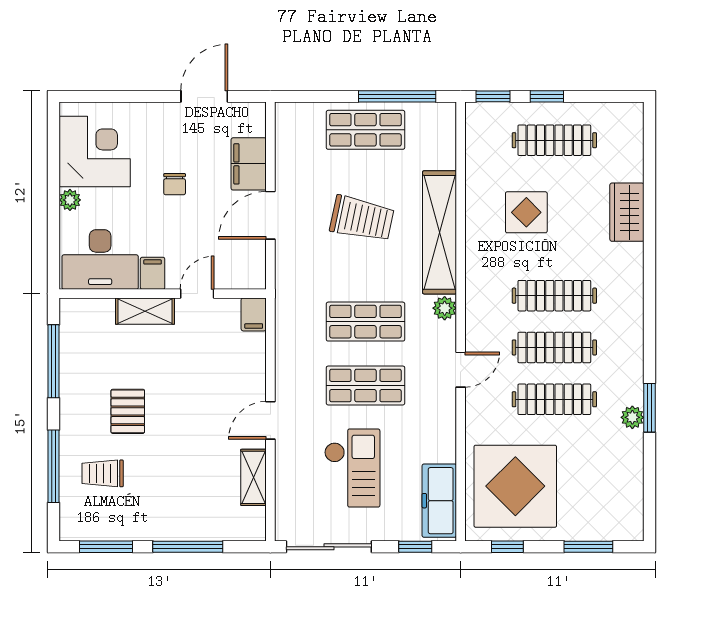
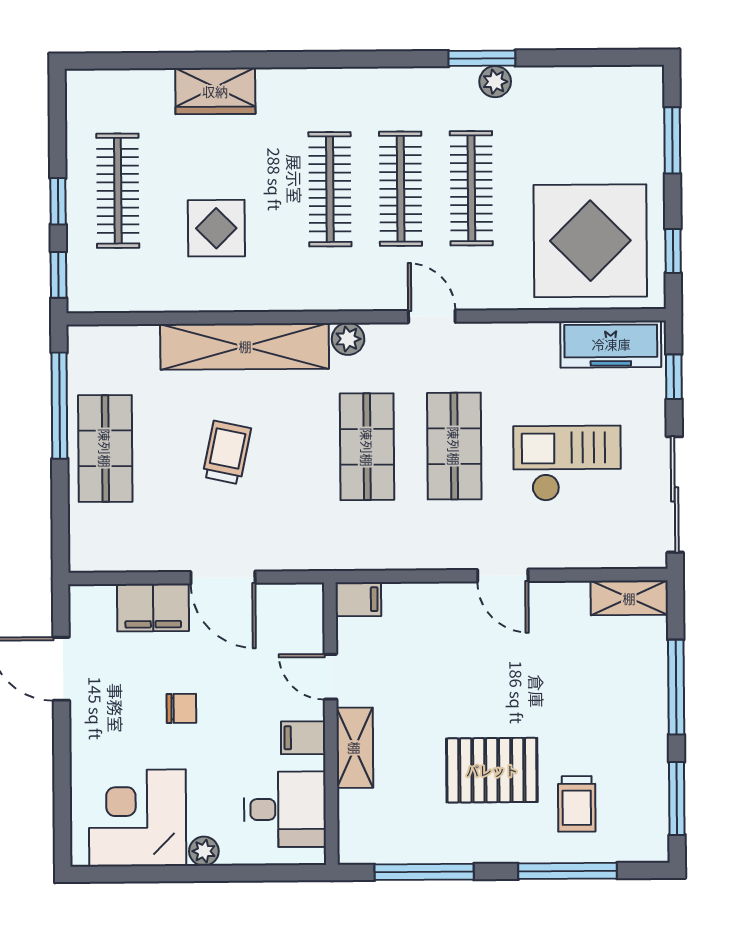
trolley: (362, 219) -> (227, 452), width x0.73, depth x0.72
desk: (100, 259) -> (285, 809), width x0.73
pallet: (128, 411) -> (492, 770), width x1.50, depth x1.42
shelving: (253, 477) -> (629, 598), moved

